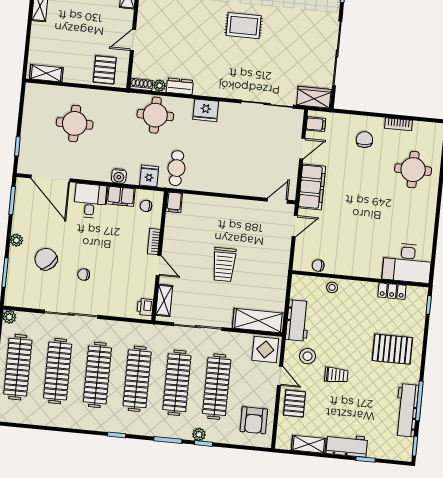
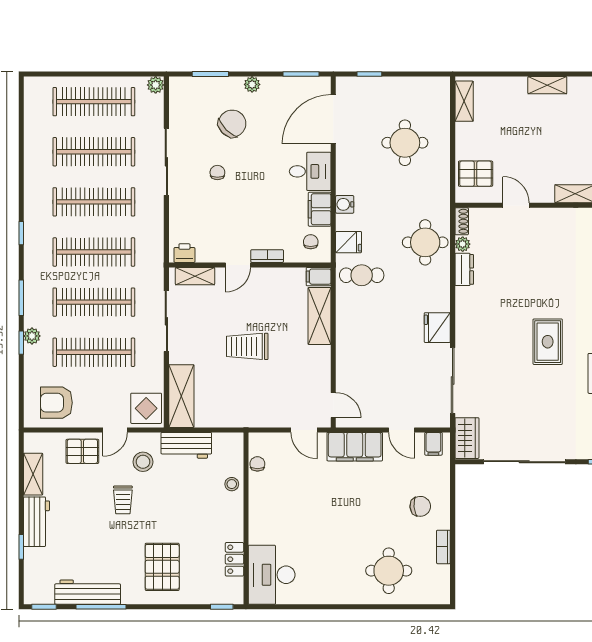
fridge: (206, 110) -> (437, 328), moved
shelving: (206, 205) -> (320, 316), added

